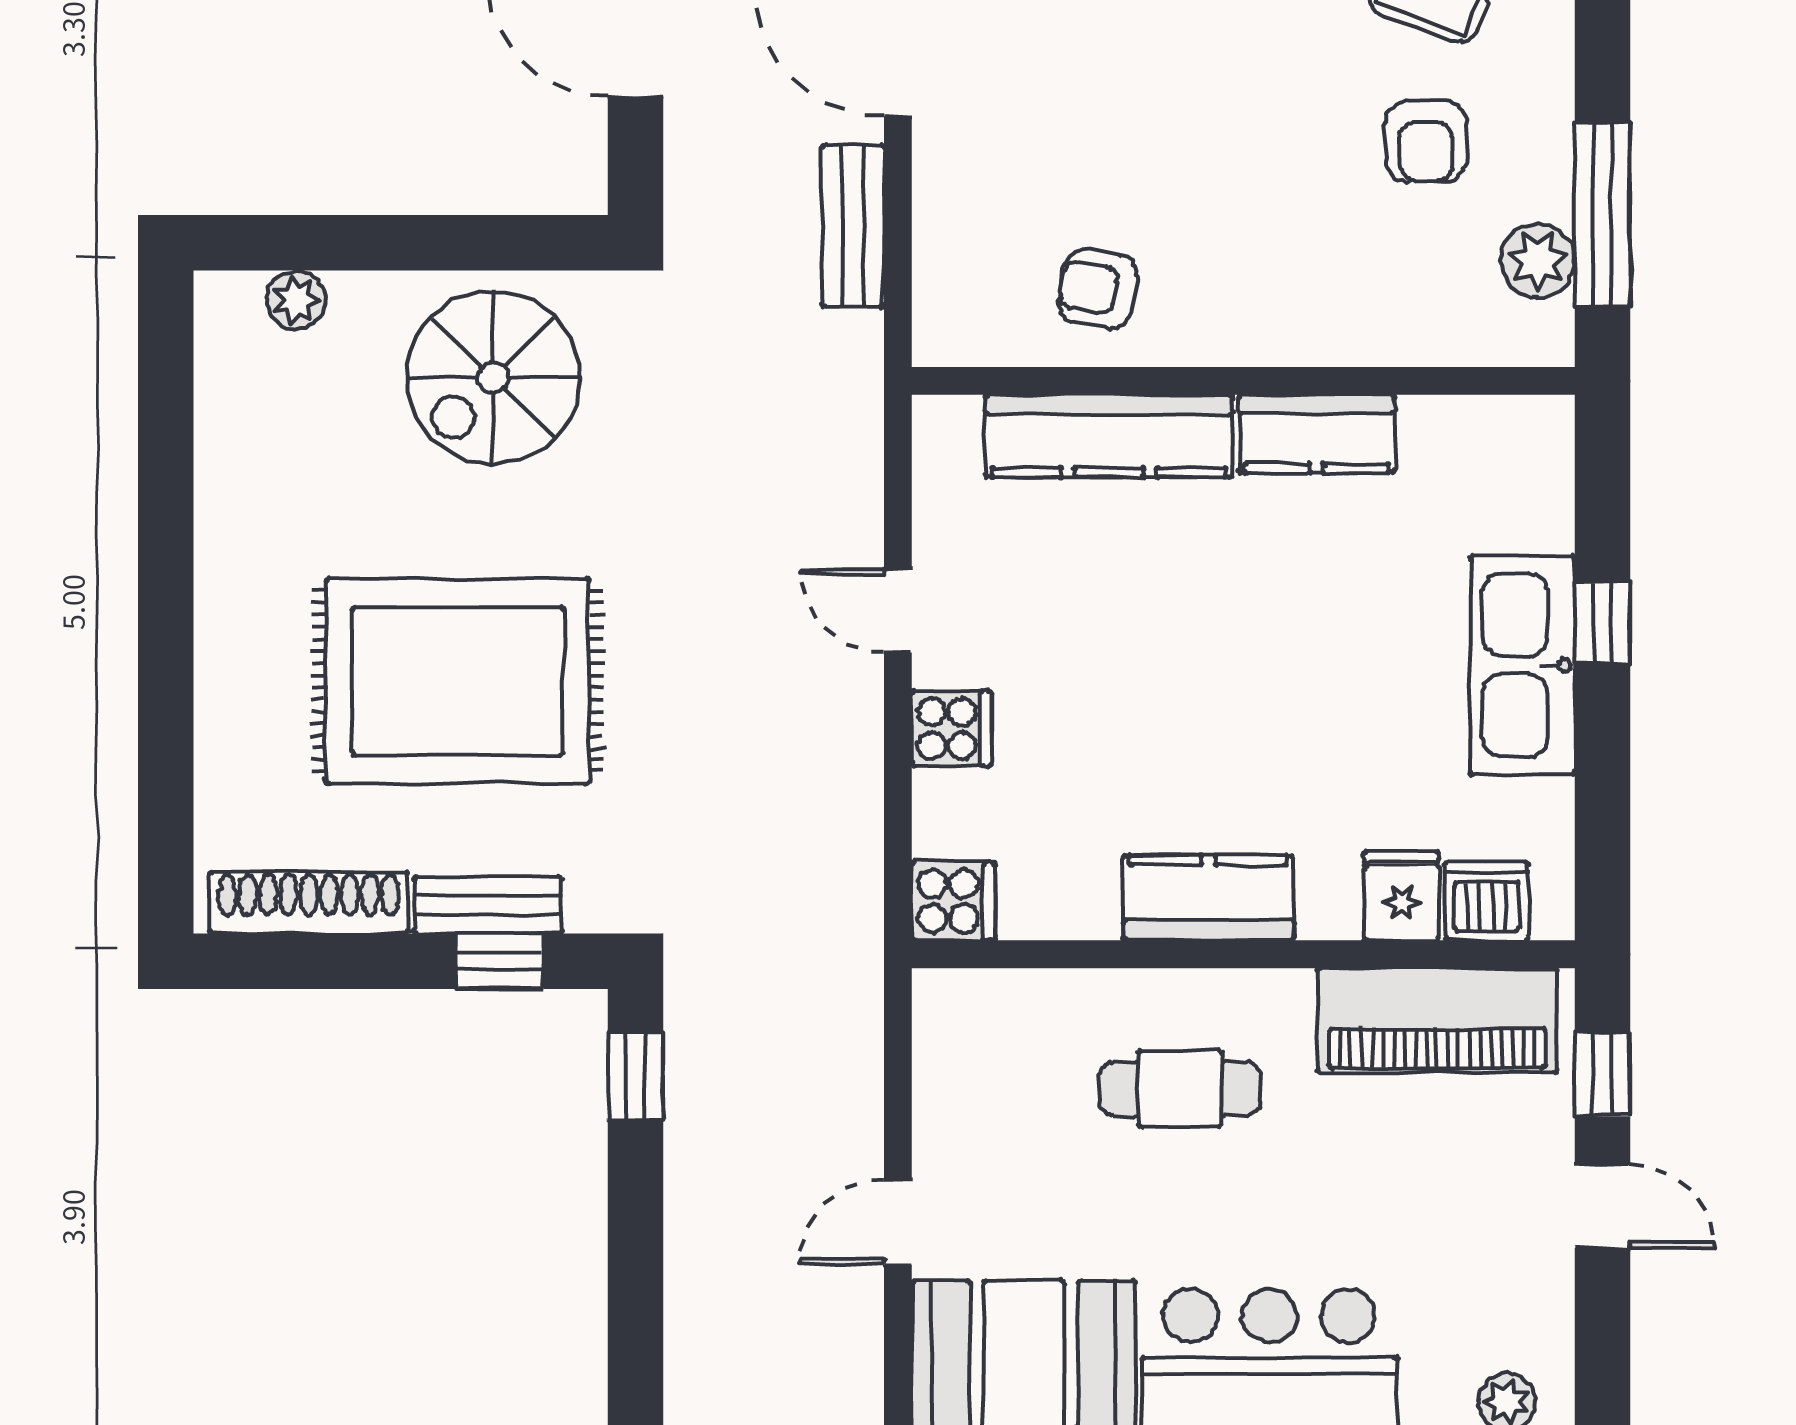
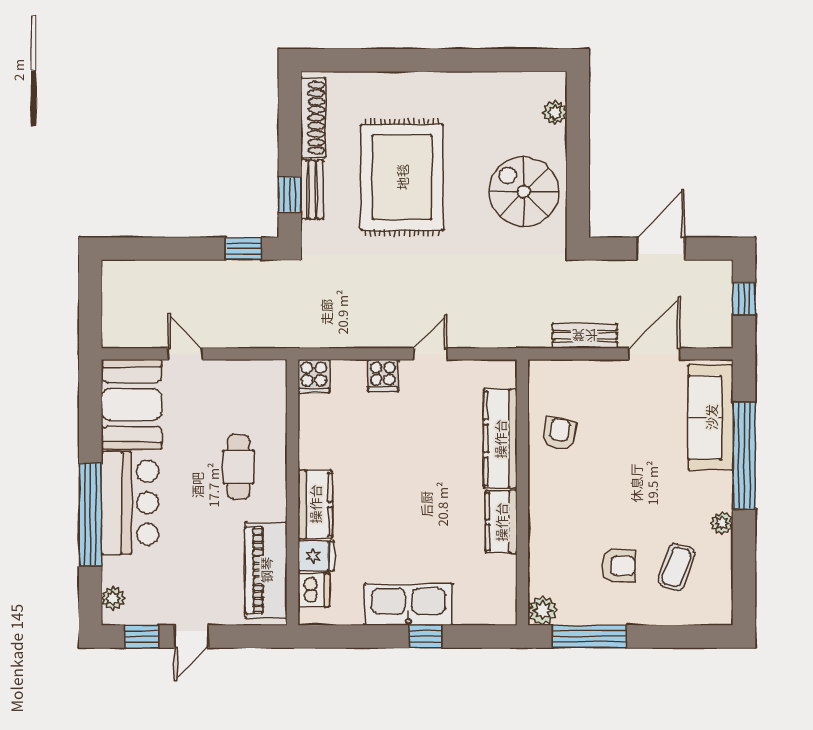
armchair: (1426, 141) -> (619, 566), turned 180
plant: (1538, 260) -> (543, 611), moved
kitchen counter: (1208, 898) -> (315, 504), moved
window: (1602, 1074) -> (142, 636), moved

